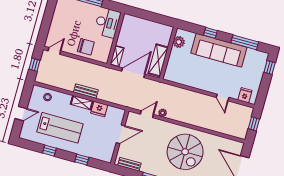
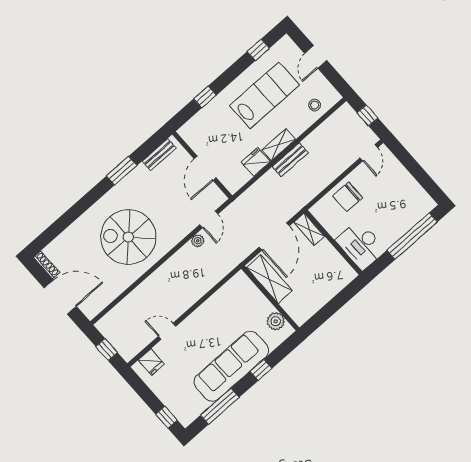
lab bench: (60, 128) -> (264, 95), turned 180
window: (49, 151) -> (258, 50), moved

